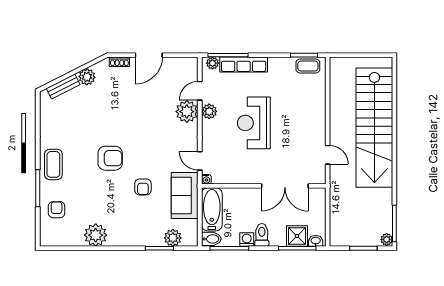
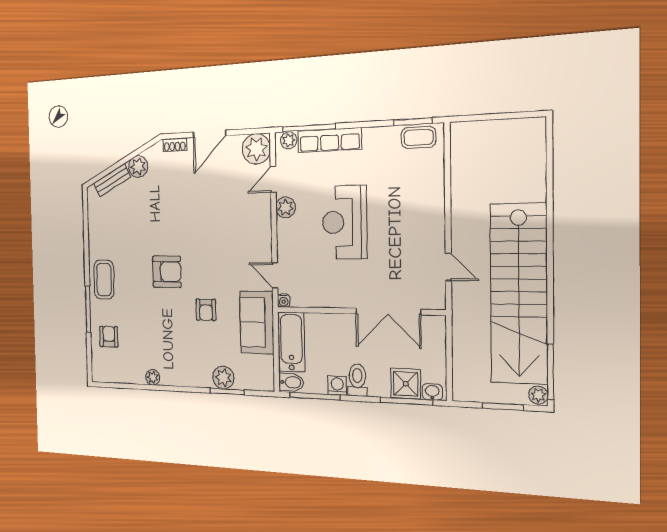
plant: (187, 112) -> (256, 149), moved
stairs: (374, 128) -> (519, 294), moved
plant: (96, 235) -> (153, 377), width x0.53, depth x0.53
plant: (173, 238) -> (223, 377), moved

